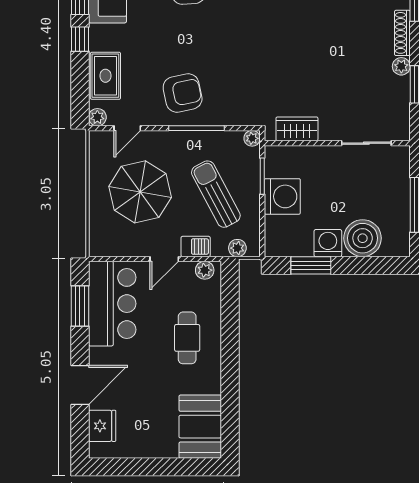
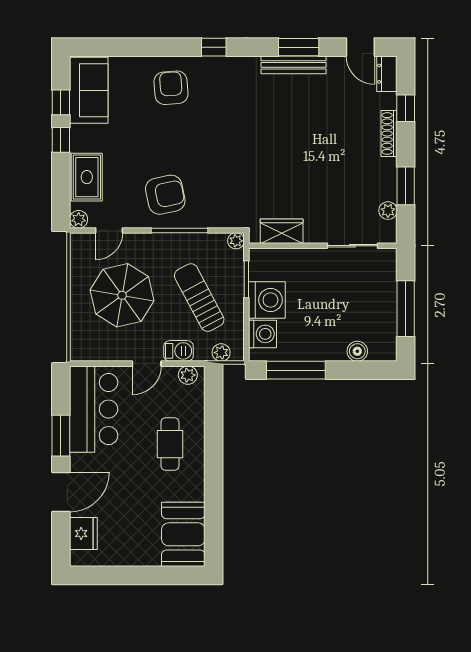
plant: (401, 66) -> (388, 211), moved
boiler: (363, 238) -> (357, 351), width x0.54, depth x0.54
washing machine: (328, 243) -> (262, 334), moved, turned 90
window: (311, 265) -> (296, 370), width x1.44
window: (80, 306) -> (61, 436), moved

